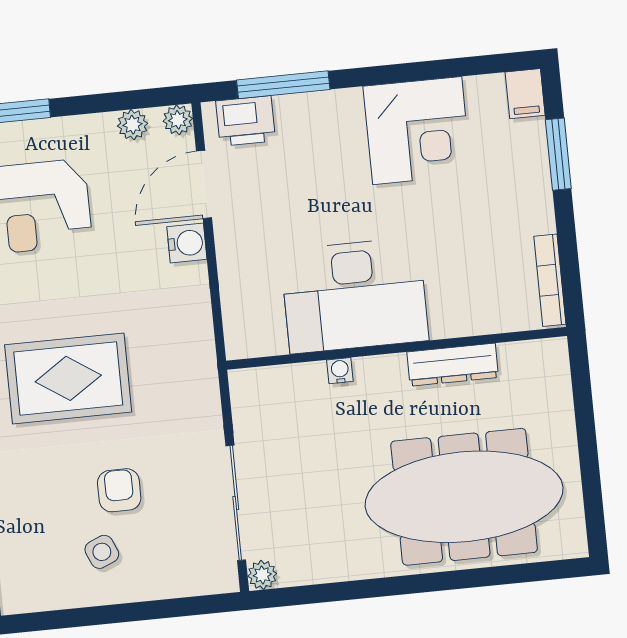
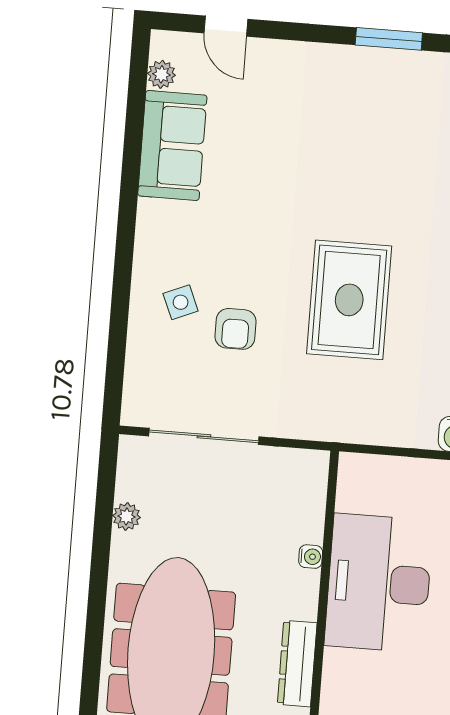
armchair: (119, 490) -> (235, 329), turned 90
plant: (262, 575) -> (127, 517), moved

